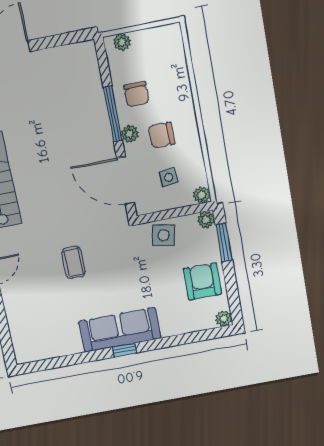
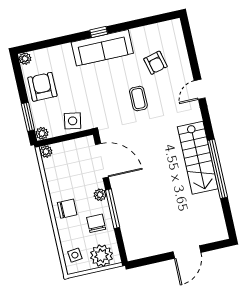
plant: (122, 42) -> (101, 256), width x1.87, depth x1.87
chair: (162, 135) -> (67, 209), moved
side table: (169, 177) -> (75, 255), moved
armchair: (202, 281) -> (42, 87), turned 180
armchair: (50, 309) -> (155, 63), added

